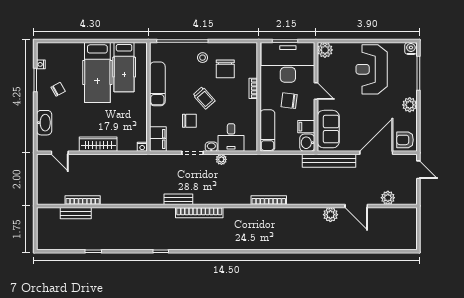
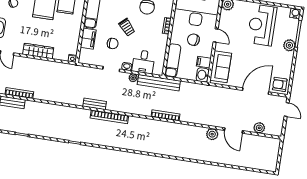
plant: (410, 105) -> (289, 45), moved
filing cabinet: (158, 139) -> (88, 39), moved
bench: (329, 161) -> (159, 83), moved

